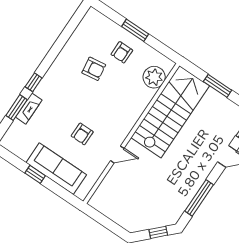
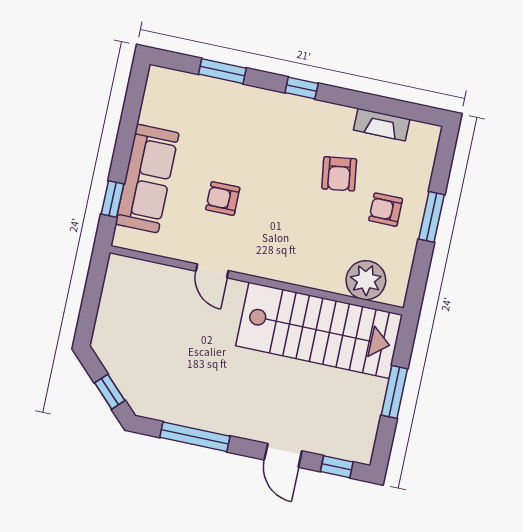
window: (34, 82) -> (302, 88), moved
fireplace: (29, 109) -> (382, 125), moved
window: (35, 174) -> (113, 199), moved

